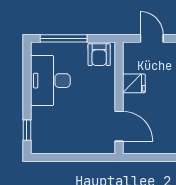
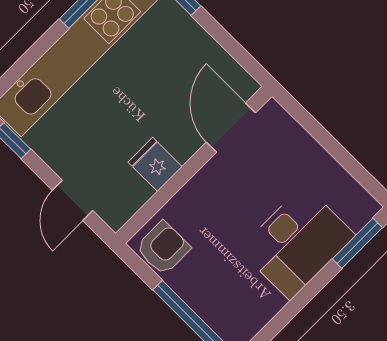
desk: (50, 81) -> (297, 242), moved
window: (27, 130) -> (357, 243), width x1.50

